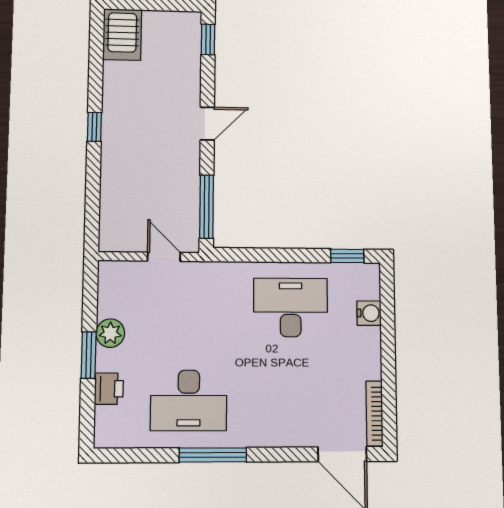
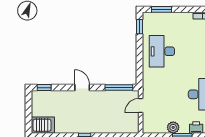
window: (387, 307) -> (162, 9), added
water cooler: (369, 313) -> (164, 17), removed

